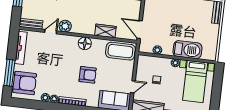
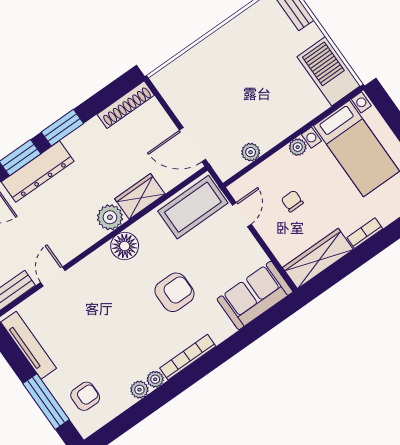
plant: (65, 26) -> (110, 217), moved
barbecue: (187, 50) -> (329, 71), moved, turned -90
armchair: (25, 83) -> (85, 396), width x0.53, depth x0.53
door: (133, 87) -> (242, 215), moved

